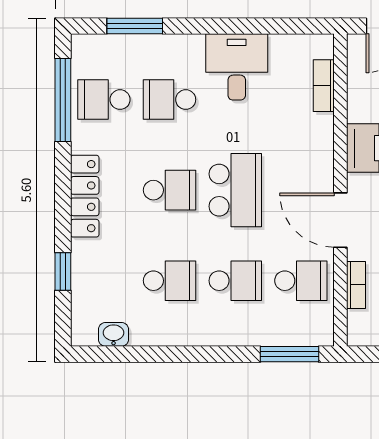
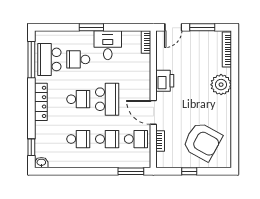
window: (135, 26) -> (91, 27), moved
bookcase: (324, 86) -> (146, 42), moved
school desk: (104, 100) -> (49, 59), width x1.85
window: (63, 272) -> (31, 147), moved
washbasin: (114, 334) -> (41, 163), moved

